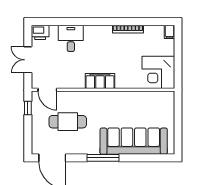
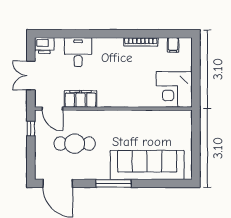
filing cabinet: (169, 32) -> (173, 45), moved
filing cabinet: (100, 81) -> (81, 99), moved

